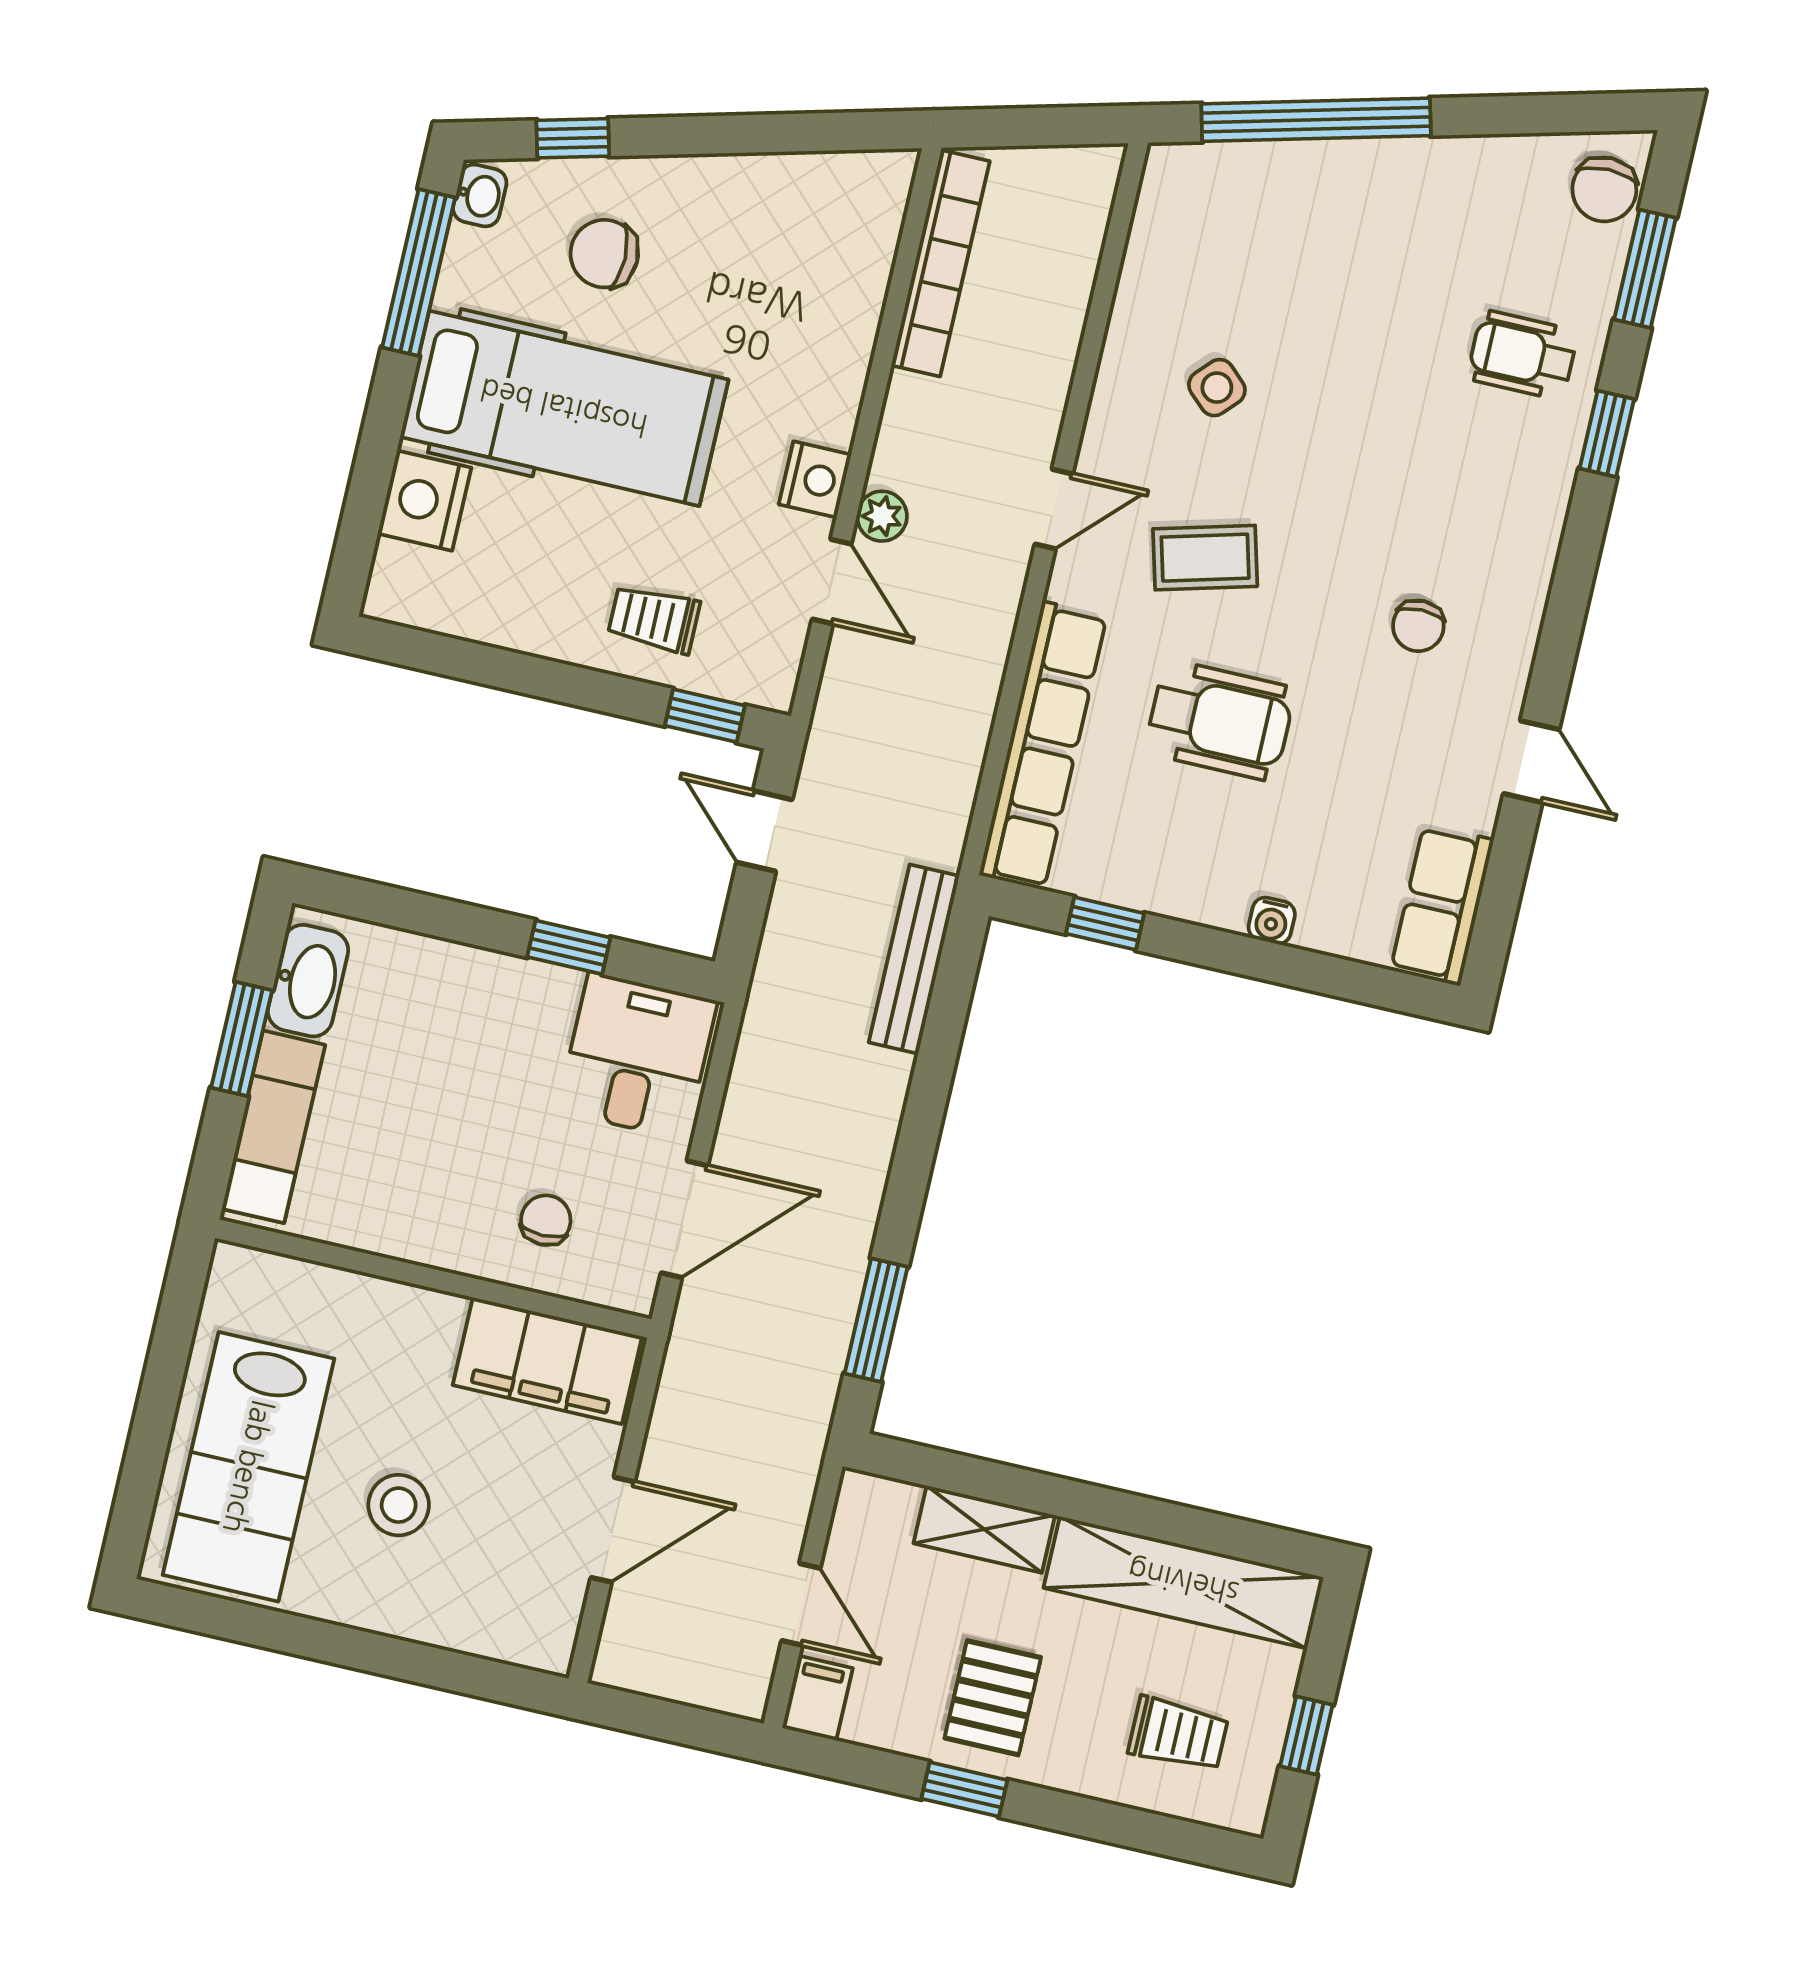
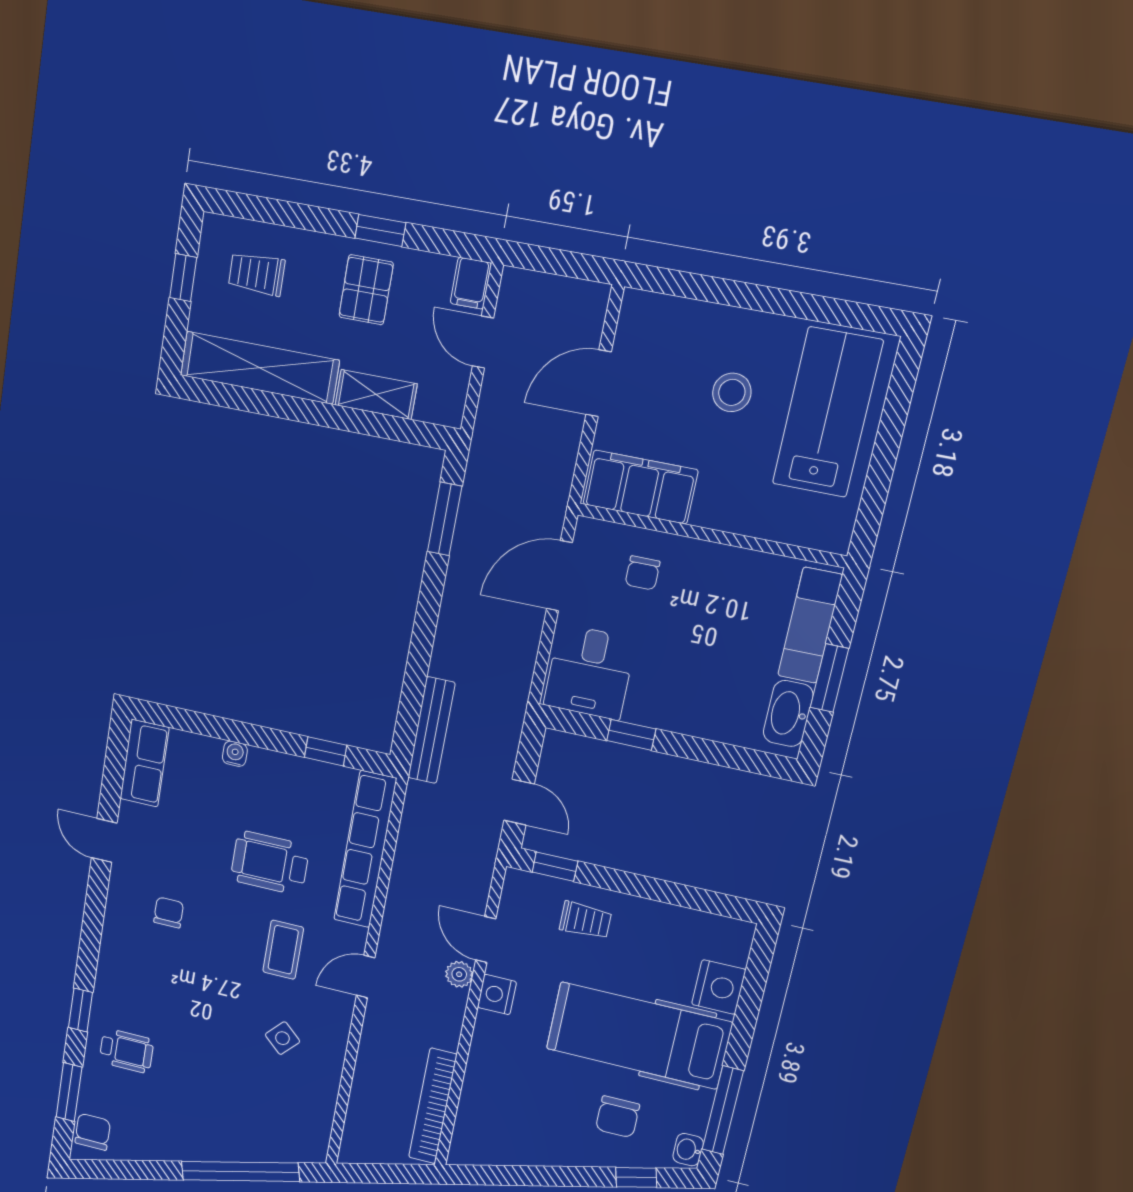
chair: (604, 254) -> (618, 1117), turned 90
coffee table: (1205, 558) -> (283, 950), turned -75

